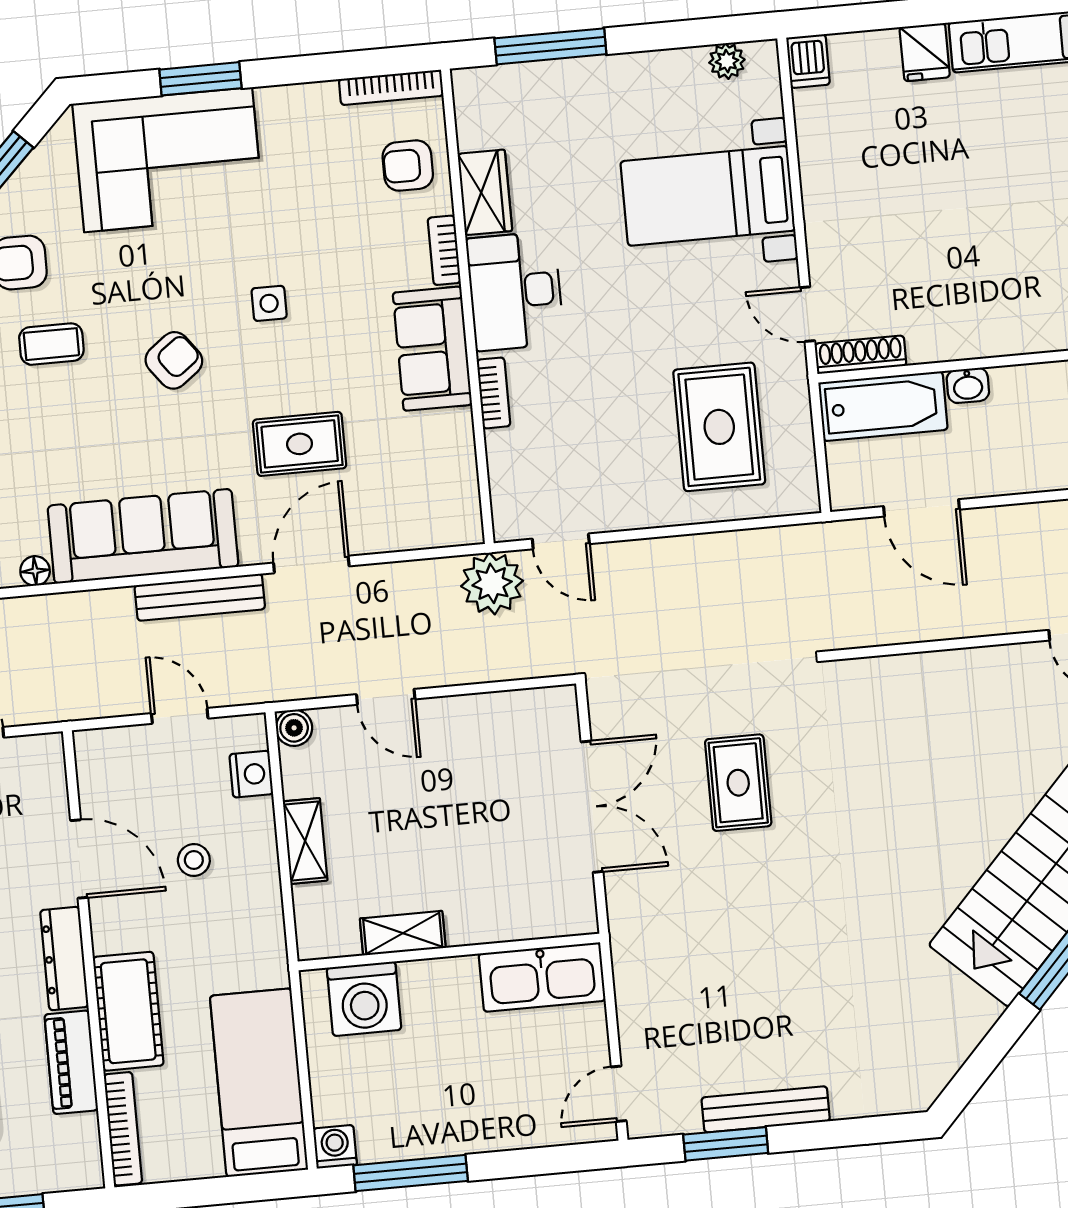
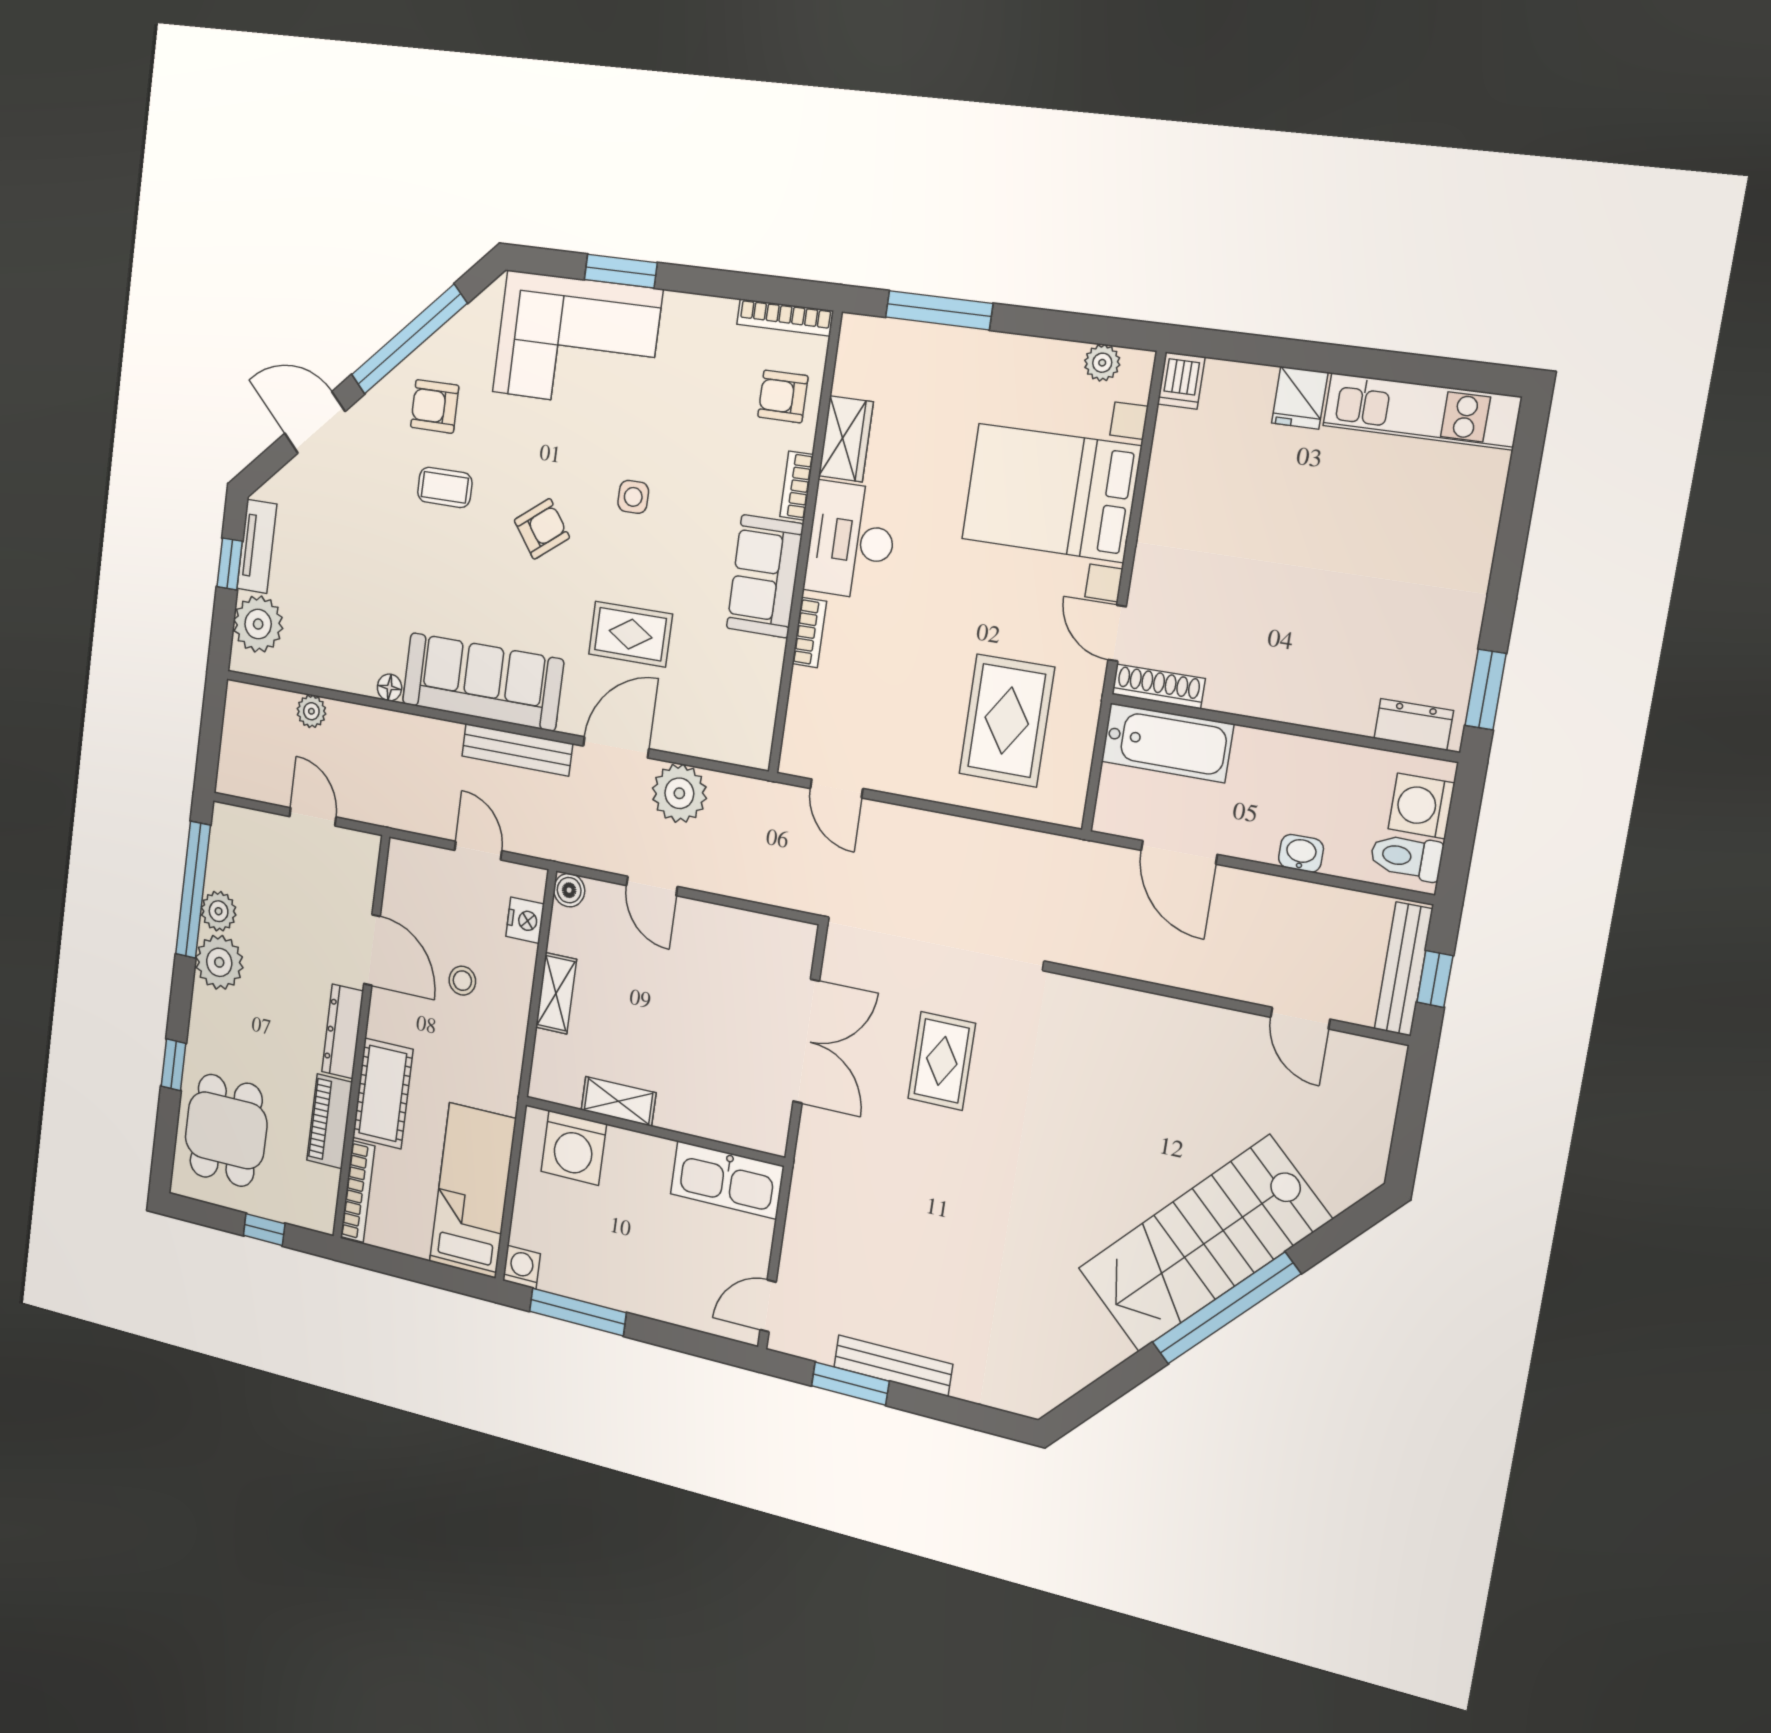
bed with nightstands: (708, 196) -> (1051, 493), width x1.36
washbasin: (968, 385) -> (1301, 853), moved, turned 180
plant: (492, 583) -> (679, 793), moved

